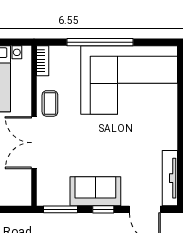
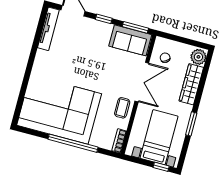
chair: (13, 181) -> (165, 58), added
sofa: (95, 191) -> (130, 40), moved

